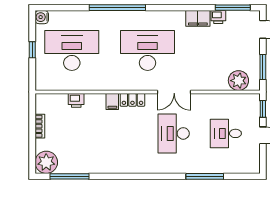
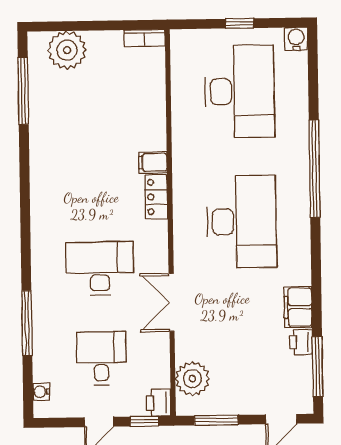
double door: (174, 92) -> (172, 302), moved
printer: (76, 100) -> (159, 403), moved
bookcase: (40, 126) -> (144, 38), moved
plant: (46, 162) -> (67, 50), moved
water cooler: (245, 169) -> (41, 392), added

